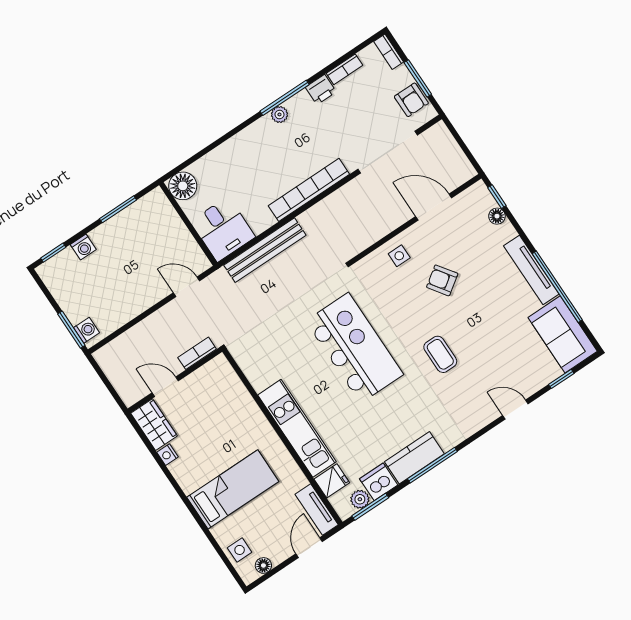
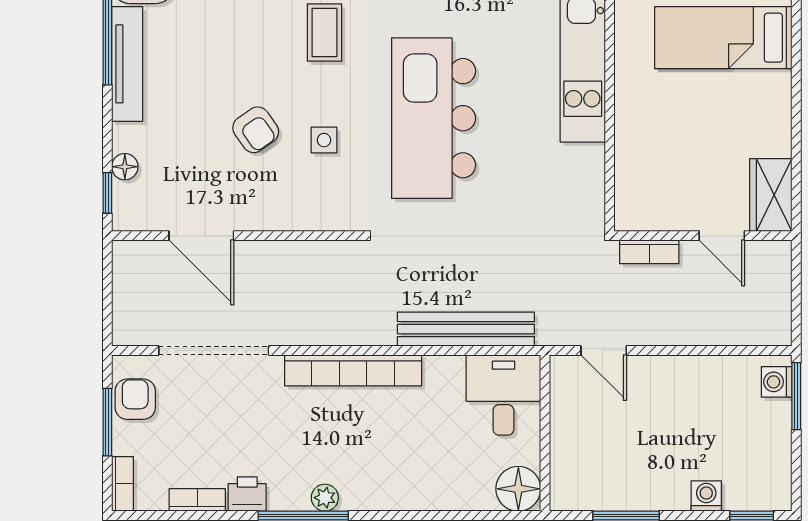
side table: (399, 256) -> (324, 140), moved
nightstand: (167, 455) -> (780, 143), removed

